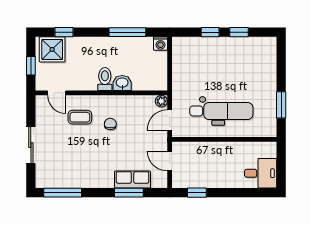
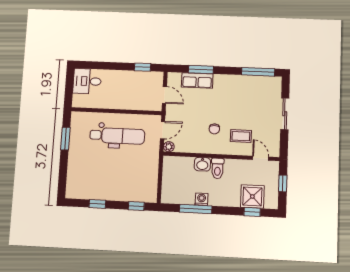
window: (210, 32) -> (136, 206), moved
washing machine: (160, 44) -> (202, 199), moved
shower: (52, 49) -> (252, 196), moved
dental chair: (221, 111) -> (117, 136), turned 180

